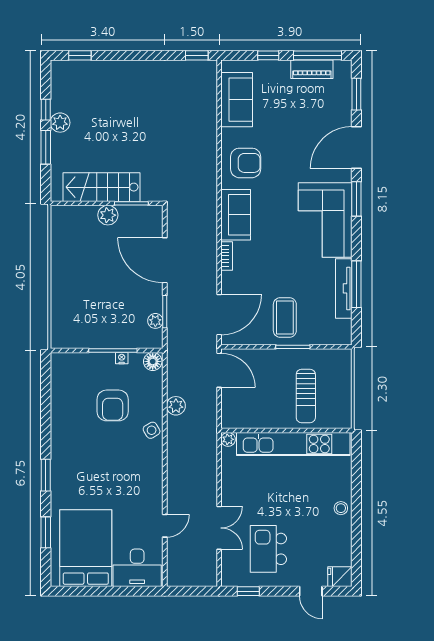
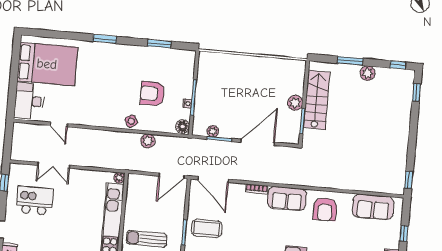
window: (46, 110) -> (398, 65), moved
window: (46, 532) -> (159, 44), moved

